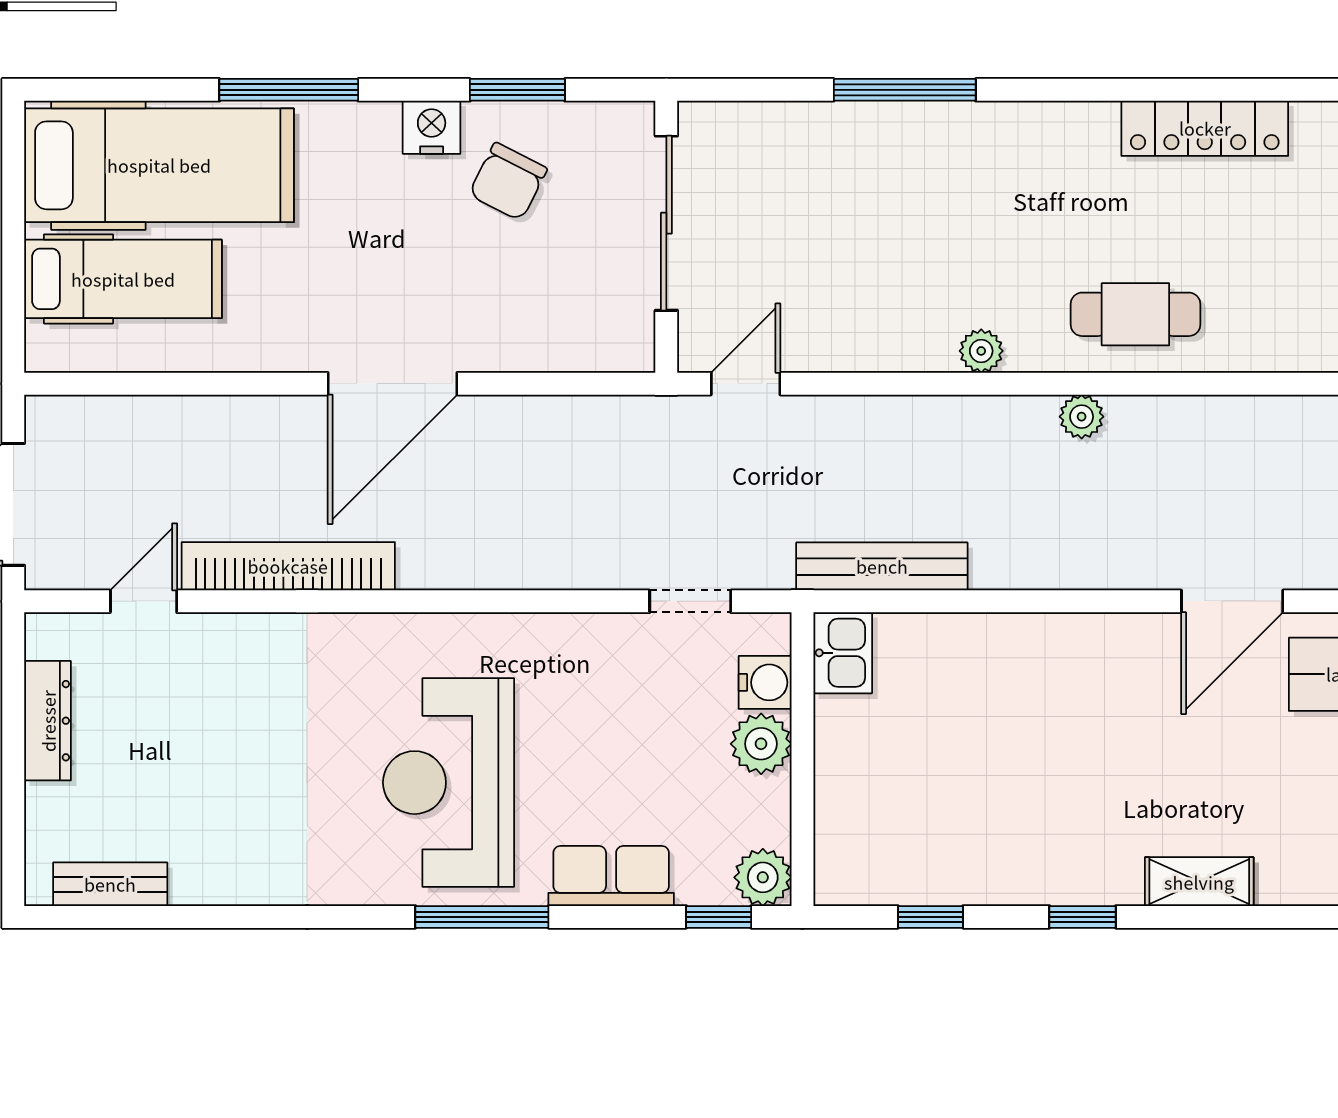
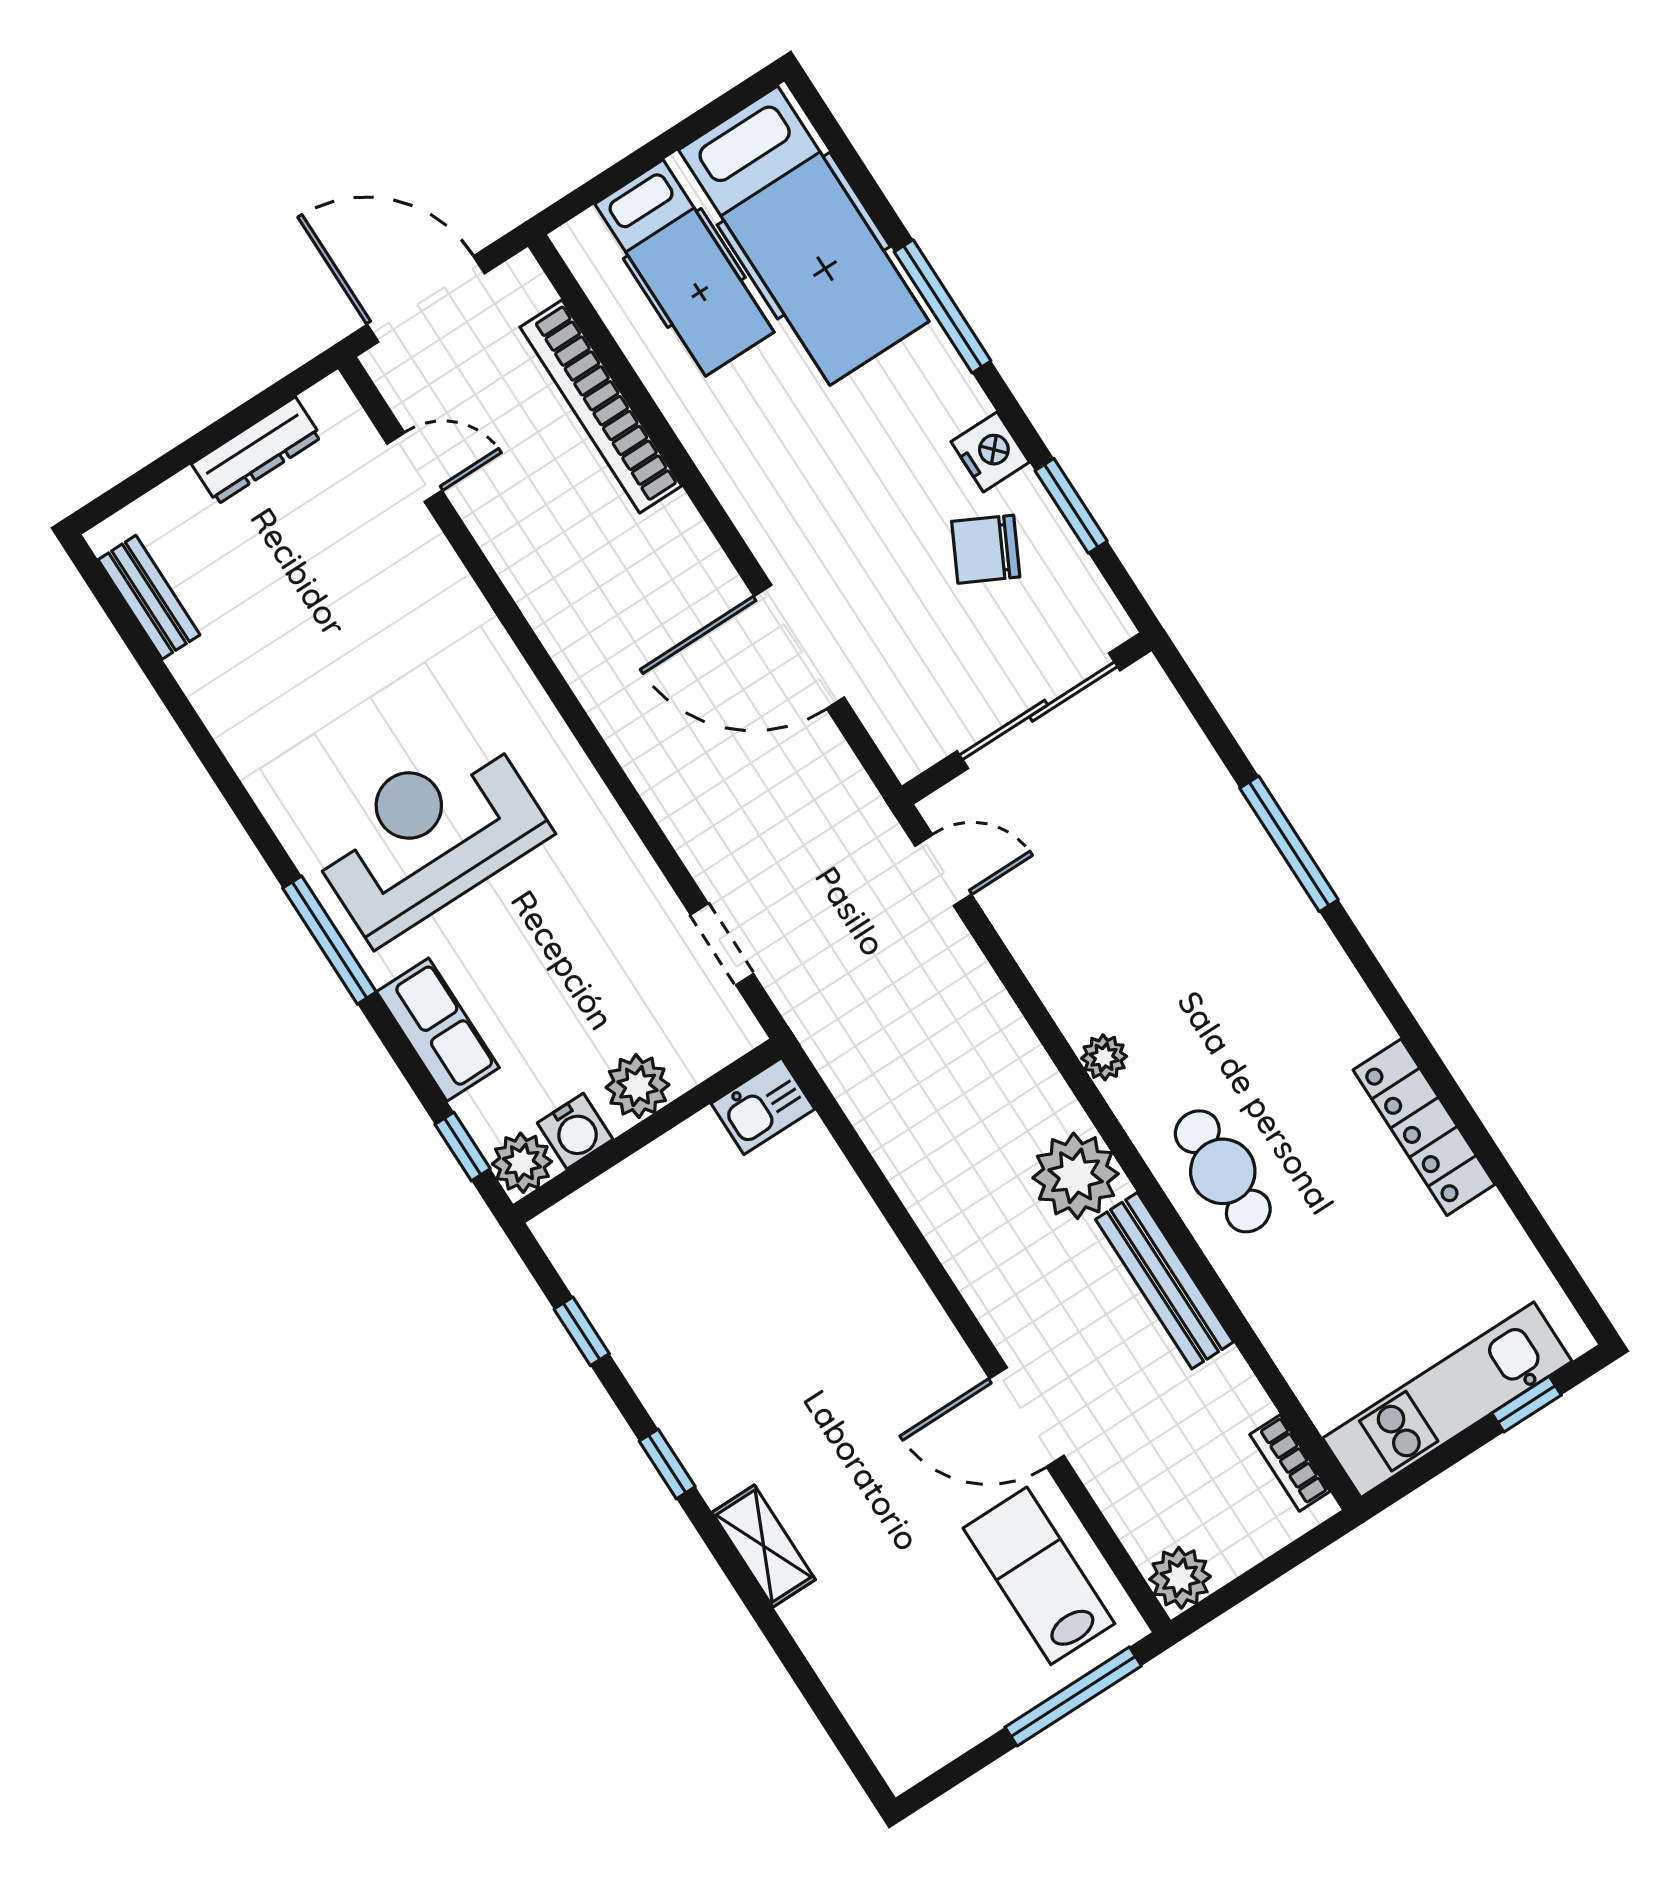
door: (392, 384) -> (799, 647), moved
plant: (1082, 417) -> (1076, 1176), width x1.88, depth x1.88
bookcase: (288, 566) -> (601, 406), moved, turned 180
bench: (882, 566) -> (1165, 1281), moved
water cooler: (765, 682) -> (575, 1131), moved

